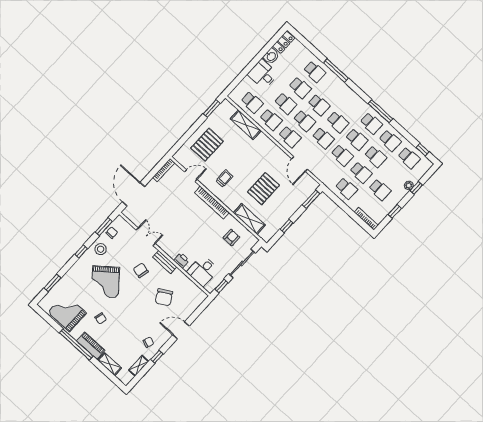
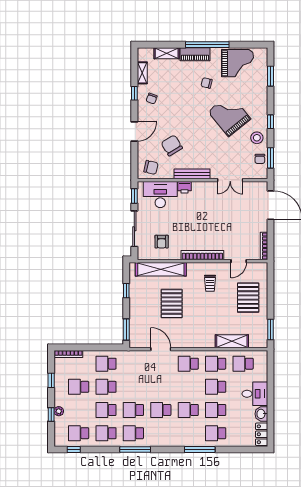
school desk: (304, 121) -> (188, 387), removed
school desk: (323, 138) -> (161, 387), removed
school desk: (342, 155) -> (133, 387), removed
shelving: (249, 219) -> (161, 269), width x1.47
bench: (165, 262) -> (192, 174), width x1.36
chair: (141, 270) -> (151, 167), moved
desk: (203, 271) -> (160, 195), width x1.37

